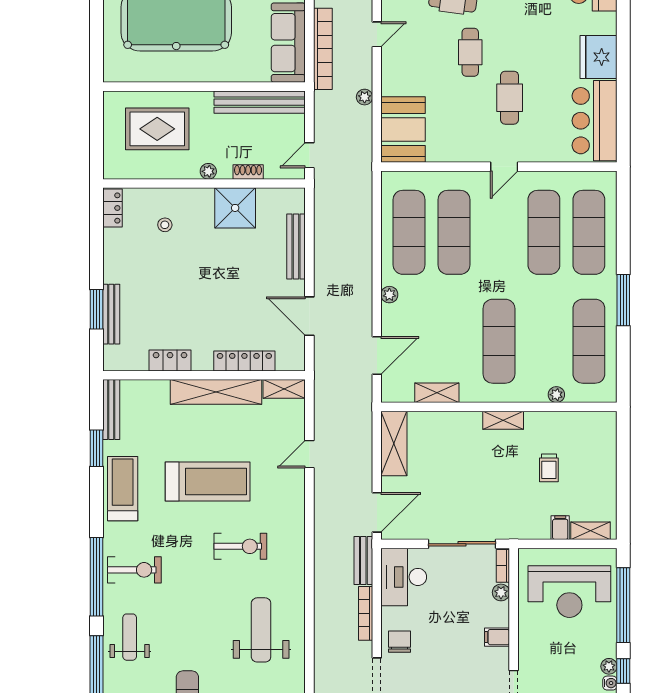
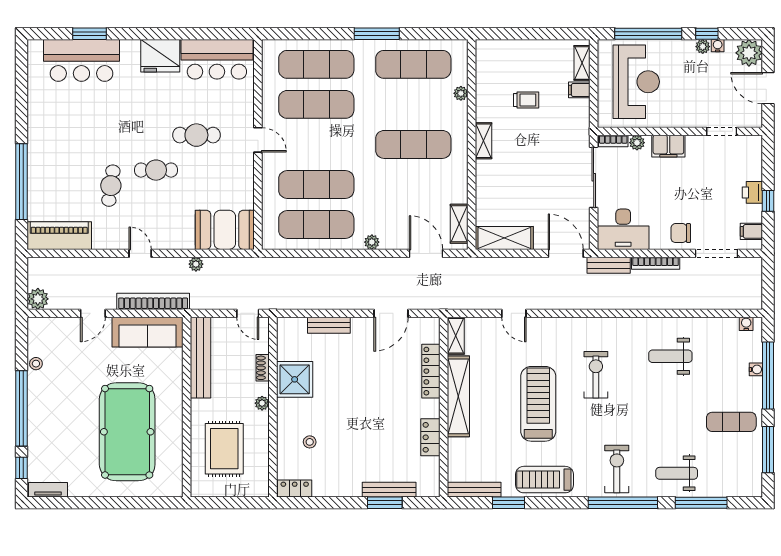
bench: (296, 247) -> (329, 325), width x0.73
shelving: (437, 393) -> (459, 224), moved
weight bench: (261, 630) -> (670, 356), width x0.73, depth x0.75
filing cabinet: (497, 637) -> (668, 146), width x2.00

